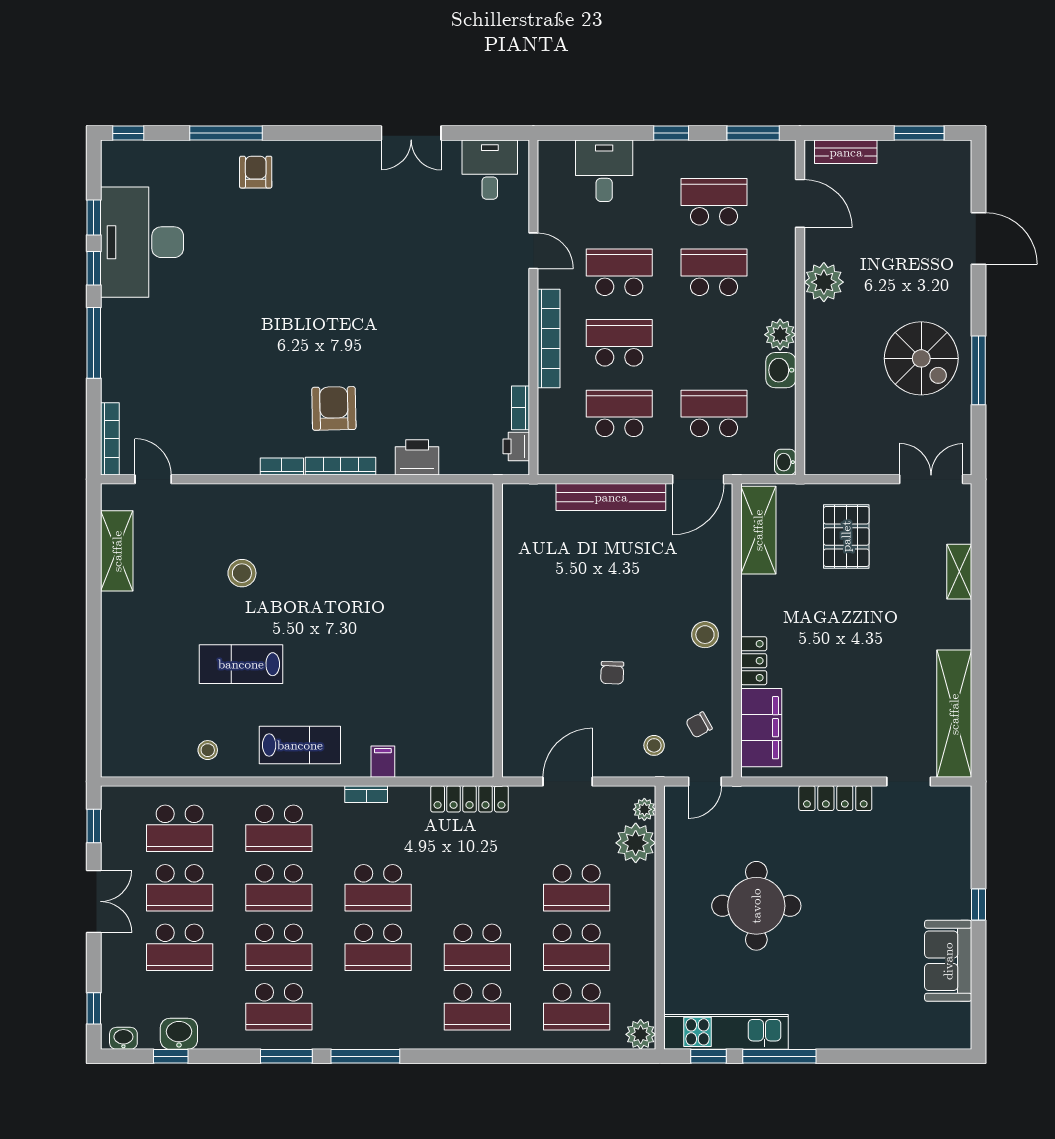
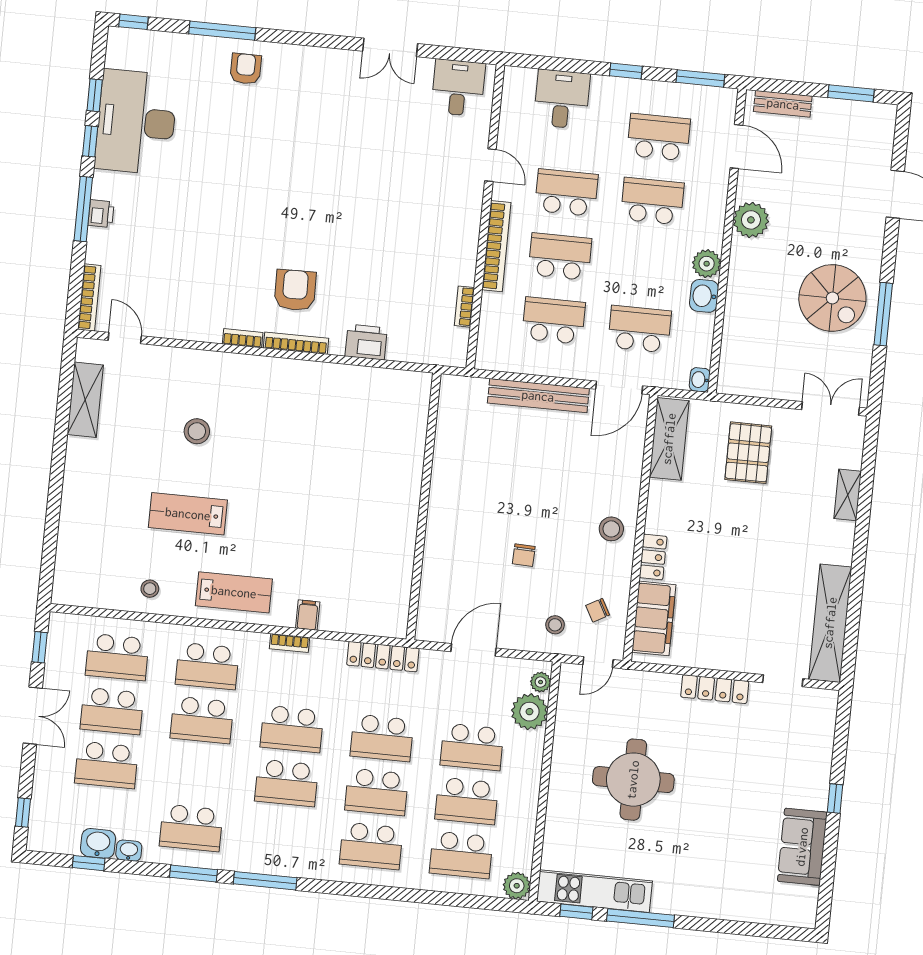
printer: (516, 446) -> (101, 214), moved, turned 180
school desk: (279, 947) -> (382, 738), moved
washbasin: (123, 1038) -> (129, 851), moved

